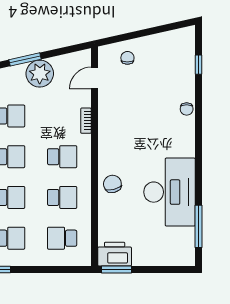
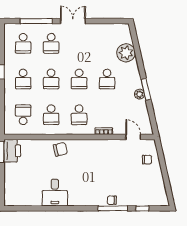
plant: (40, 74) -> (139, 94), width x0.53, depth x0.53
desk: (169, 192) -> (55, 193), width x0.53, depth x0.77
window: (198, 226) -> (113, 208), moved

